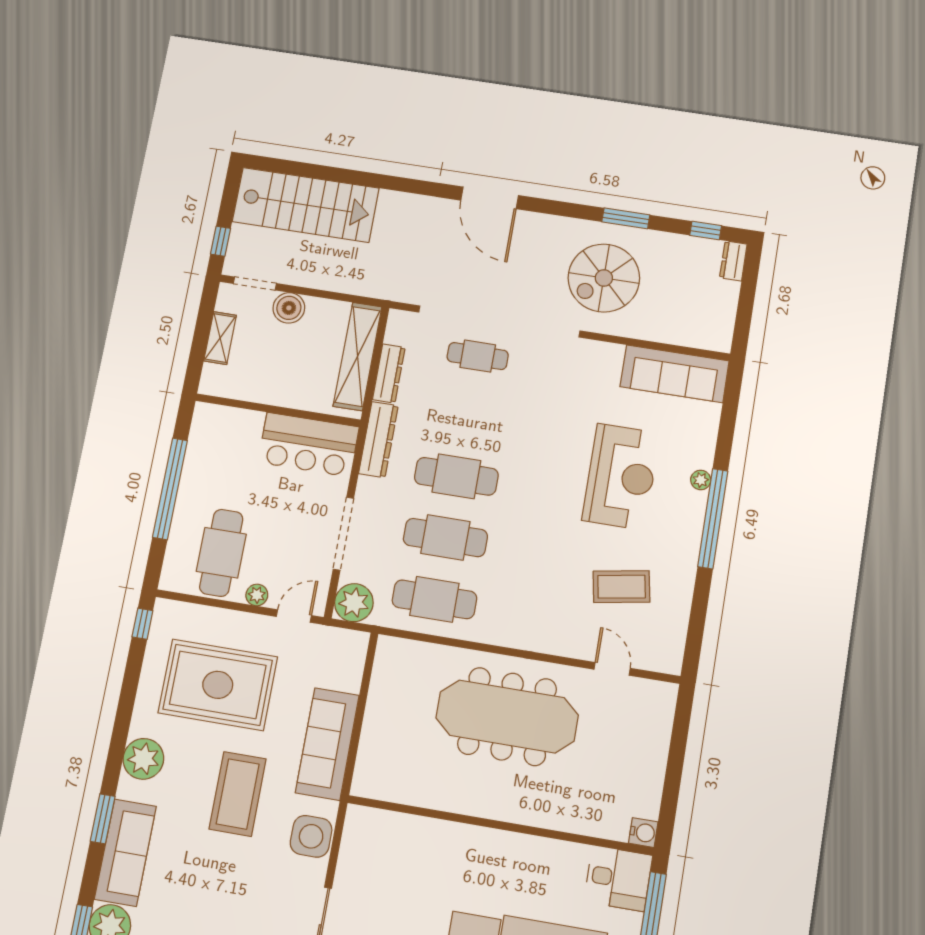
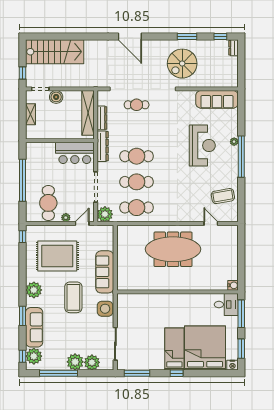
coffee table: (622, 587) -> (223, 196), moved

